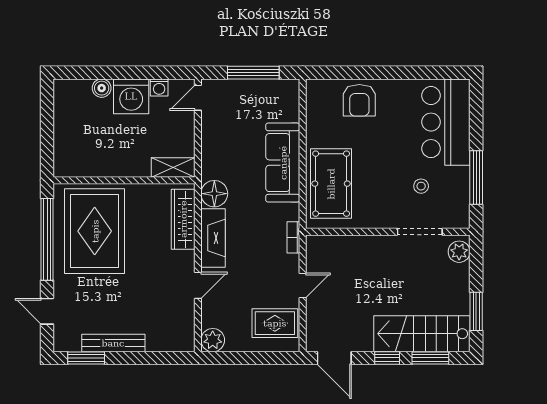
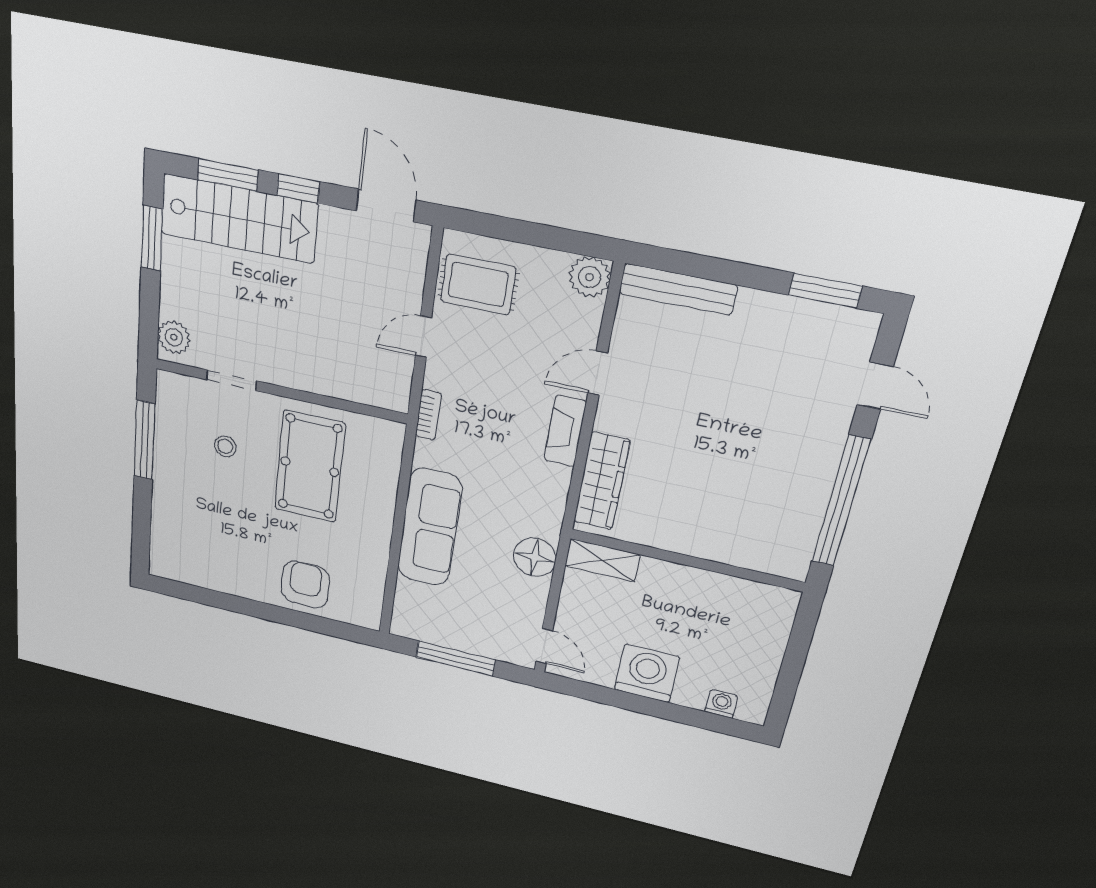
washing machine: (159, 87) -> (721, 704), moved
boiler: (102, 88) -> (690, 695), removed
door: (198, 98) -> (544, 646), hinge flipped
bar counter: (446, 122) -> (184, 526), removed
pool table: (331, 184) -> (310, 467), moved
floor lamp: (214, 194) -> (535, 557), moved
rug: (95, 231) -> (755, 496), removed
doorway: (420, 232) -> (231, 380), width x0.73
fireplace: (213, 238) -> (565, 431), width x0.73, depth x0.76
bench: (113, 343) -> (678, 289), moved

